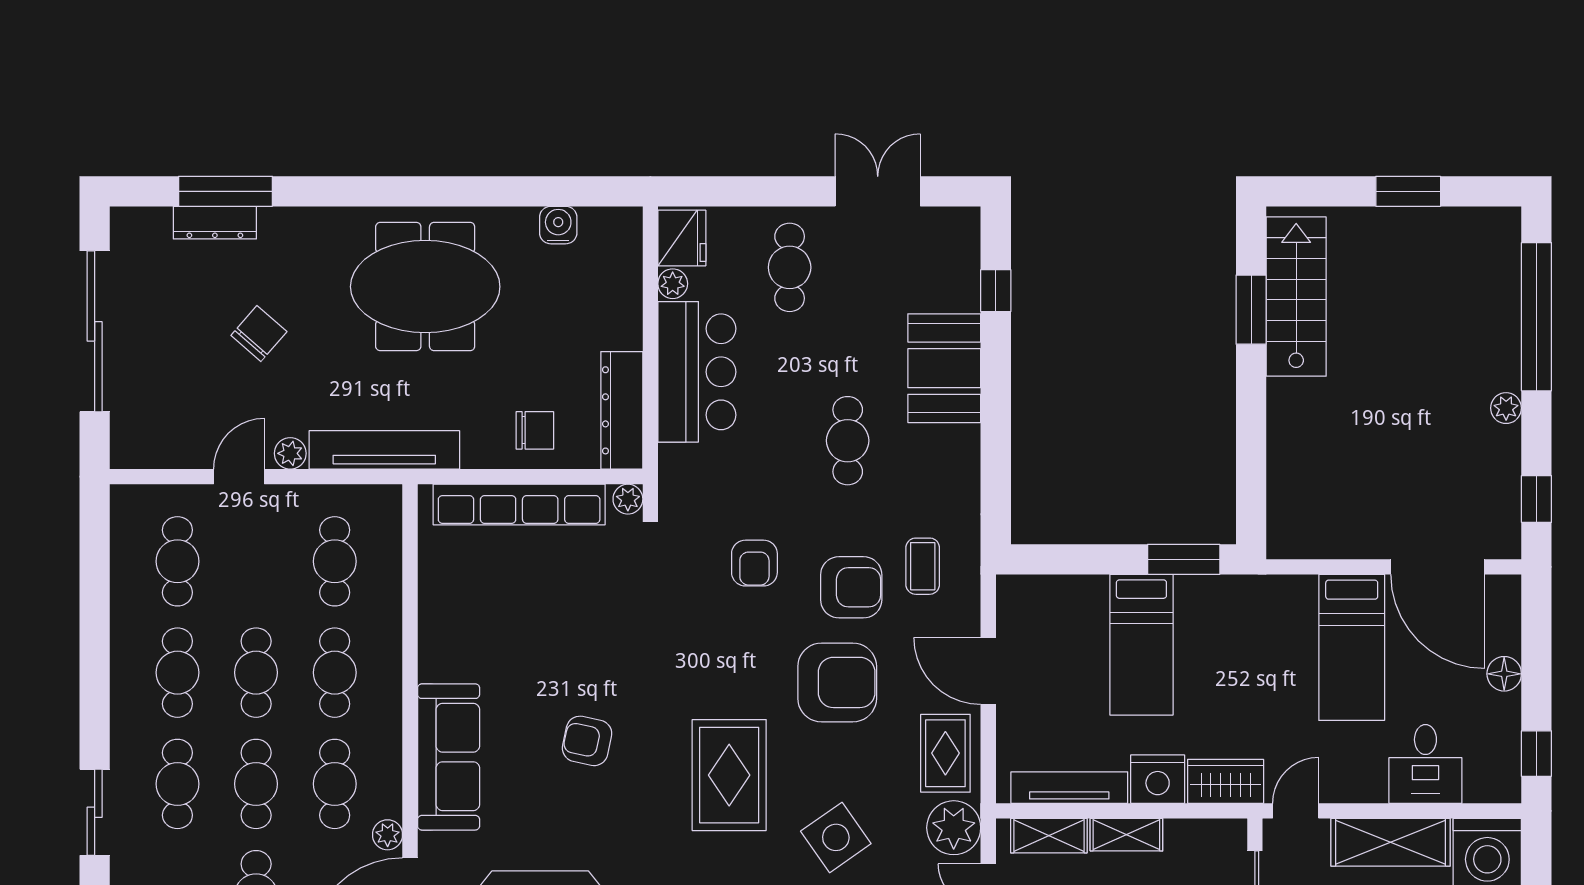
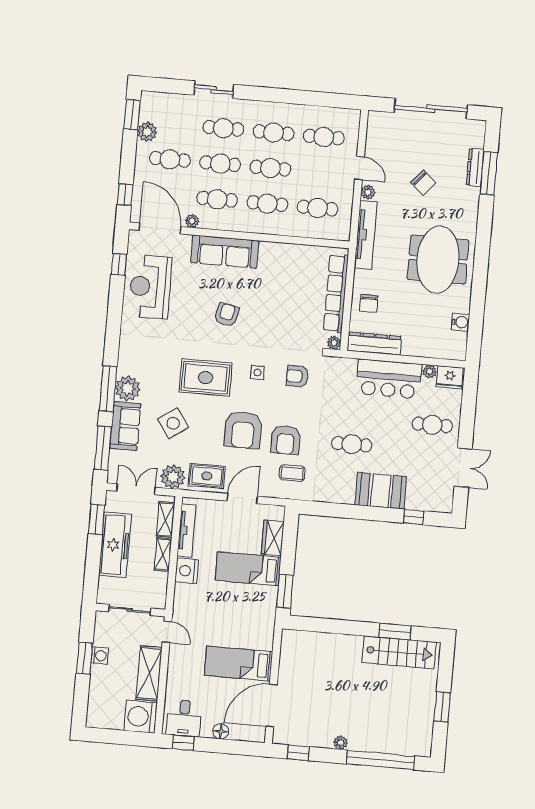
armchair: (754, 563) -> (297, 376), moved
side table: (708, 662) -> (257, 373), added
desk: (1425, 764) -> (184, 718), moved, turned -90
wardrobe: (1226, 781) -> (273, 538), moved, turned 180

